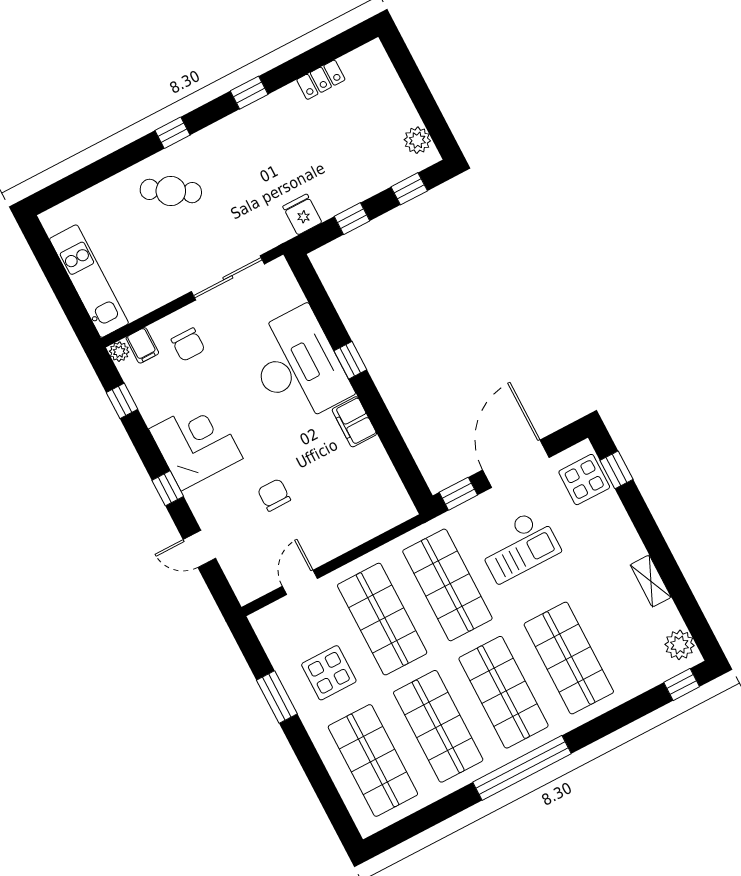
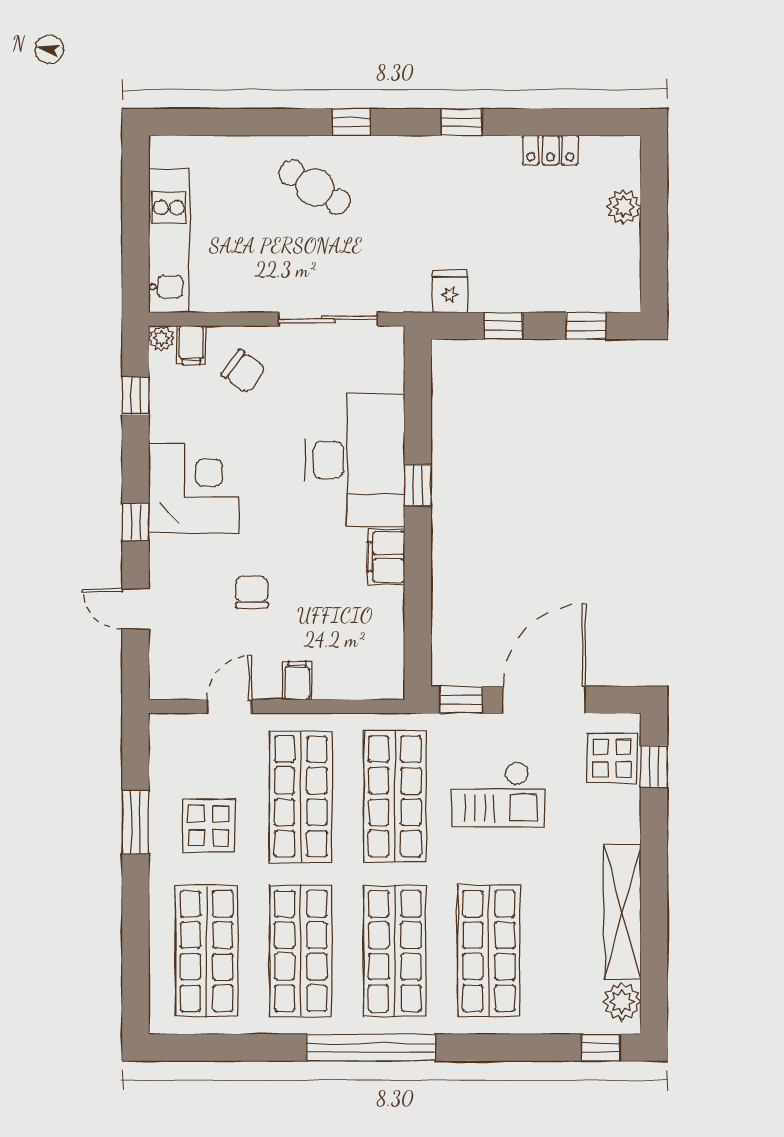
plant: (417, 140) -> (624, 207), moved
chair: (188, 345) -> (243, 371), turned -54
filing cabinet: (338, 540) -> (297, 680), added
shelving: (651, 581) -> (622, 912), width x2.20, depth x1.33

